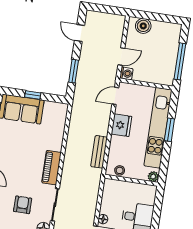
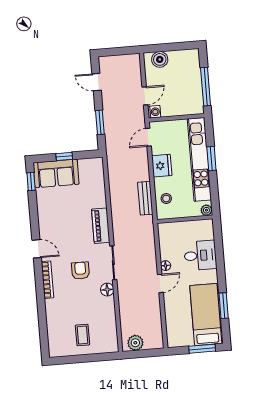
stool: (120, 170) -> (166, 198), moved

